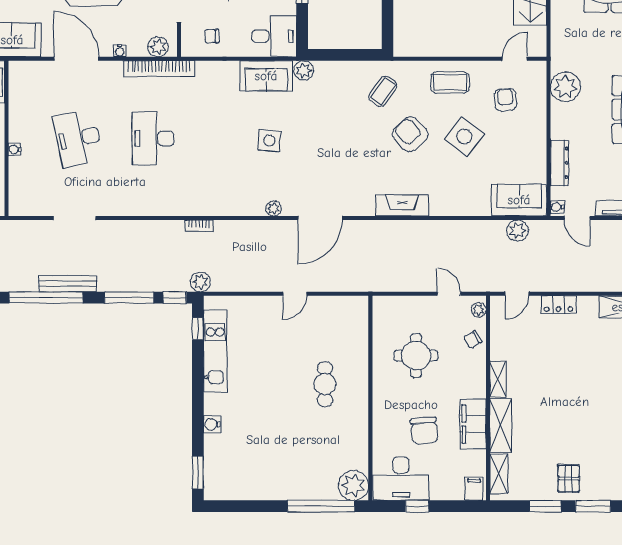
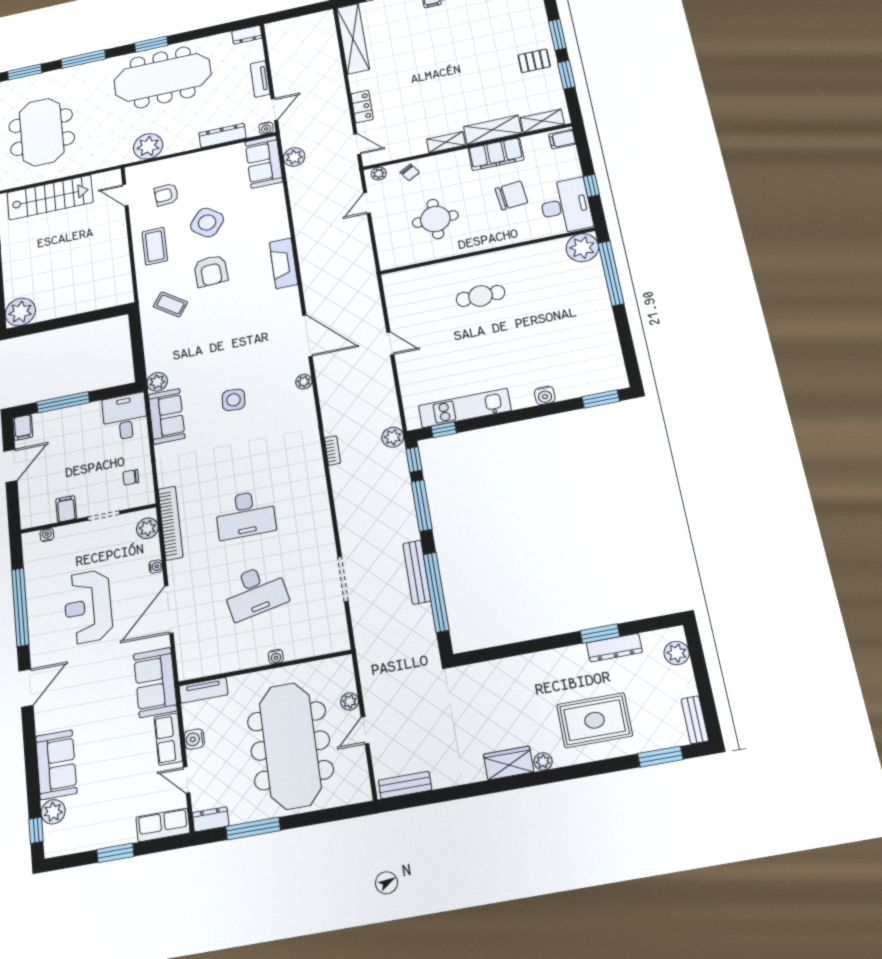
chair: (212, 36) -> (131, 477), turned 90
armchair: (410, 134) -> (211, 271), turned -50

